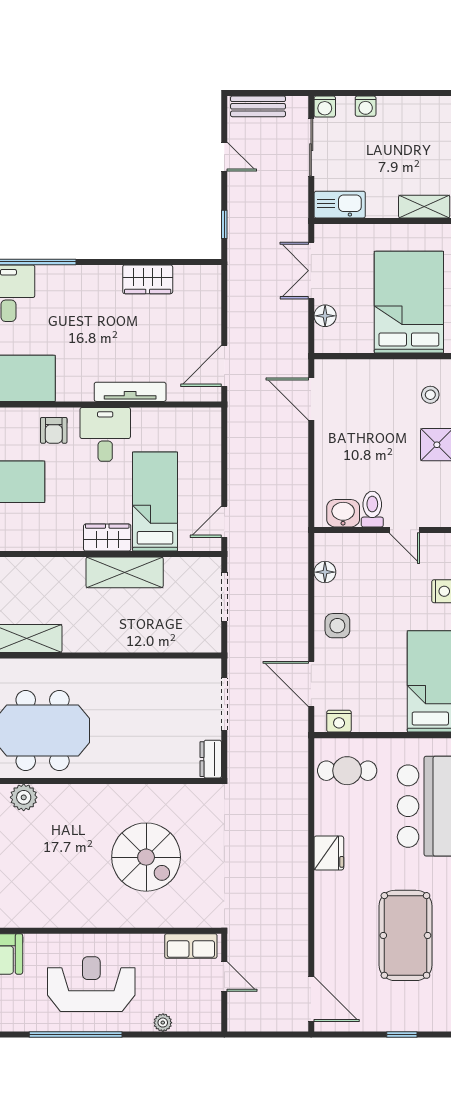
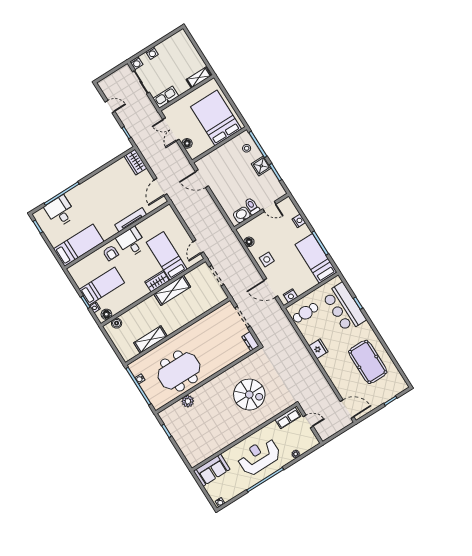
bench: (258, 106) -> (111, 79), removed
wardrobe: (148, 279) -> (135, 162), moved, turned 90

